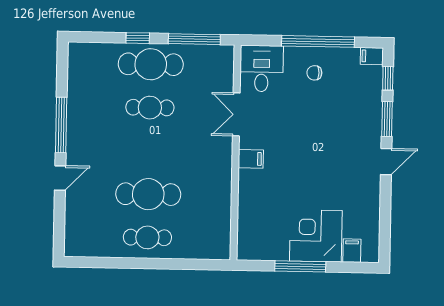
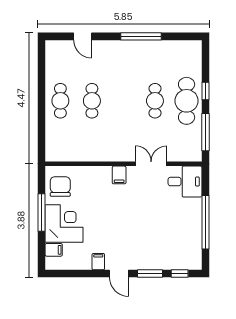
filing cabinet: (372, 56) -> (98, 262), moved
chair: (314, 73) -> (60, 186), moved, width x1.87, depth x1.87
door: (60, 178) -> (83, 36), moved
cafe table: (148, 194) -> (92, 101), width x0.73, depth x0.74

